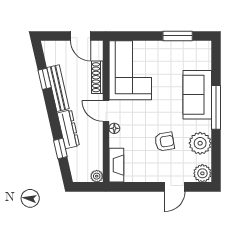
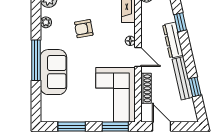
window: (130, 36) -> (115, 127), added
plant: (200, 143) -> (46, 22), width x0.53, depth x0.53

